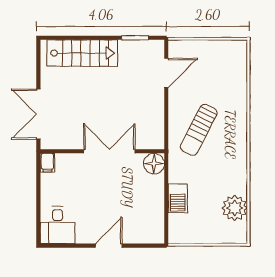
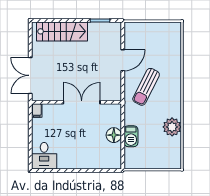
door: (166, 73) -> (123, 60), moved
floor lamp: (154, 164) -> (114, 135), moved
plant: (235, 208) -> (172, 127), moved
door: (109, 246) -> (81, 170), removed

